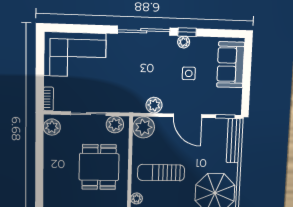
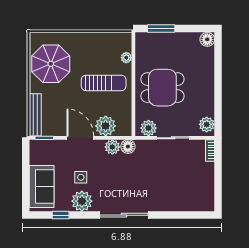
window: (187, 32) -> (61, 215), moved
plant: (184, 42) -> (82, 201), width x1.88, depth x1.88
corner sofa: (75, 55) -> (186, 191), removed
floor lamp: (137, 105) -> (128, 147), added
plant: (144, 127) -> (106, 126), moved
dining table: (99, 167) -> (162, 88), turned 90

